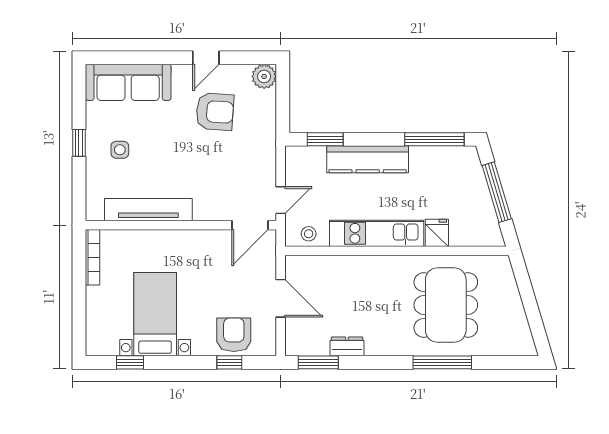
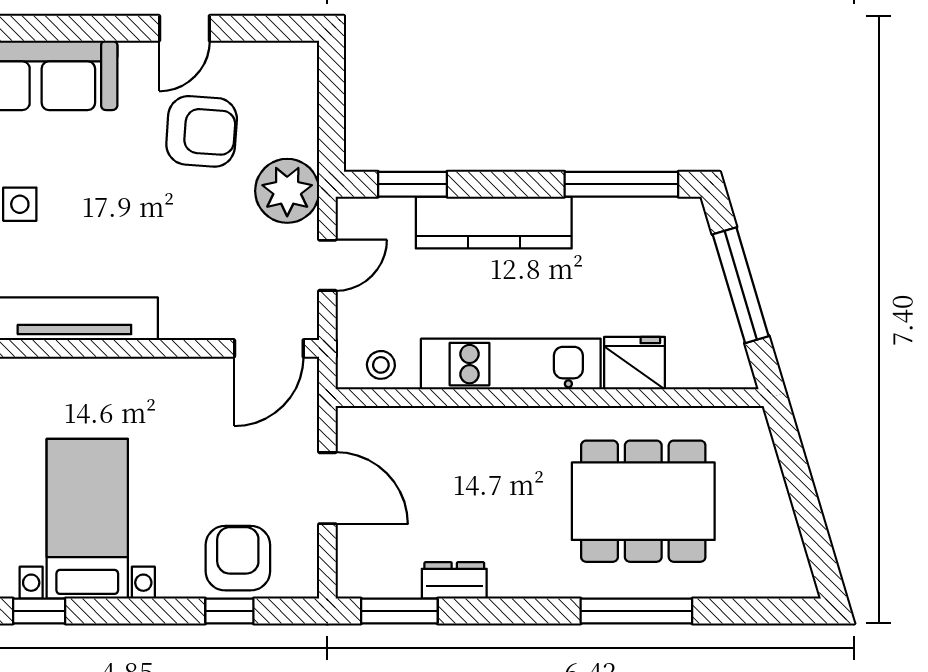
plant: (264, 76) -> (287, 191), moved, width x1.36, depth x1.36
door: (281, 200) -> (327, 265), moved
fridge: (437, 233) -> (634, 363), width x1.38
dining table: (446, 305) -> (643, 501), turned 90

